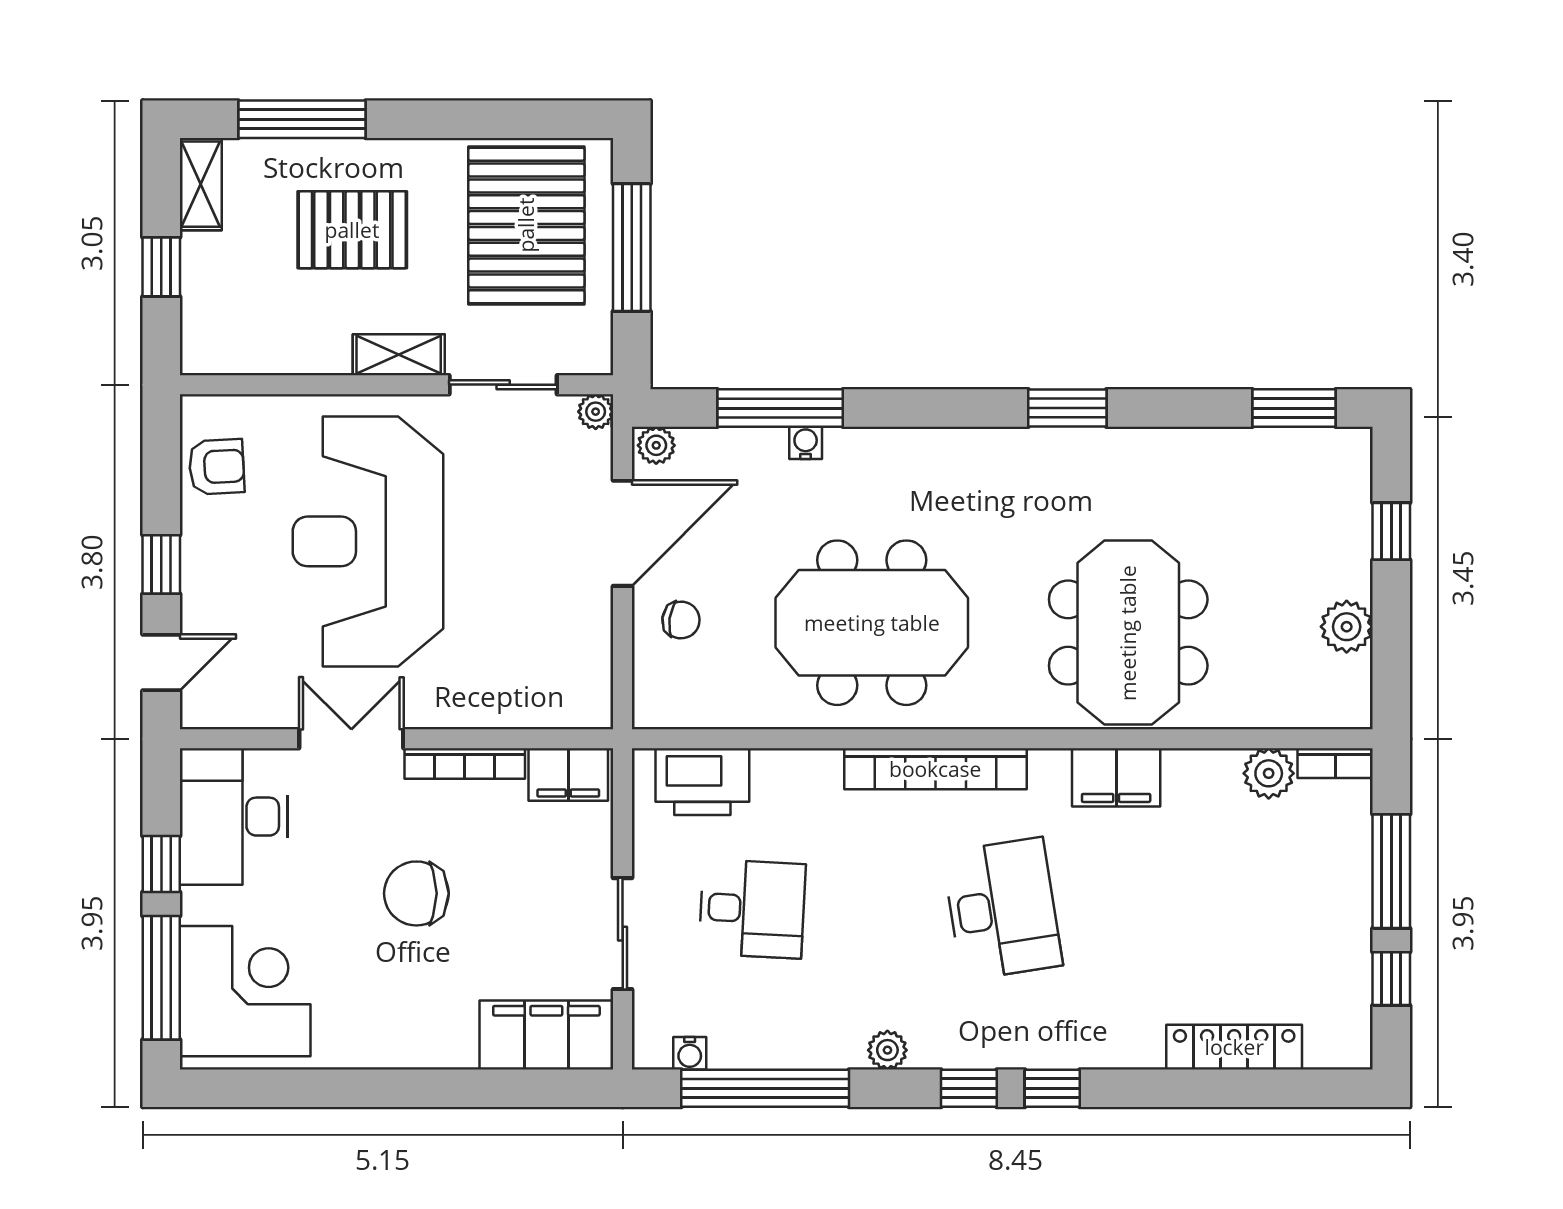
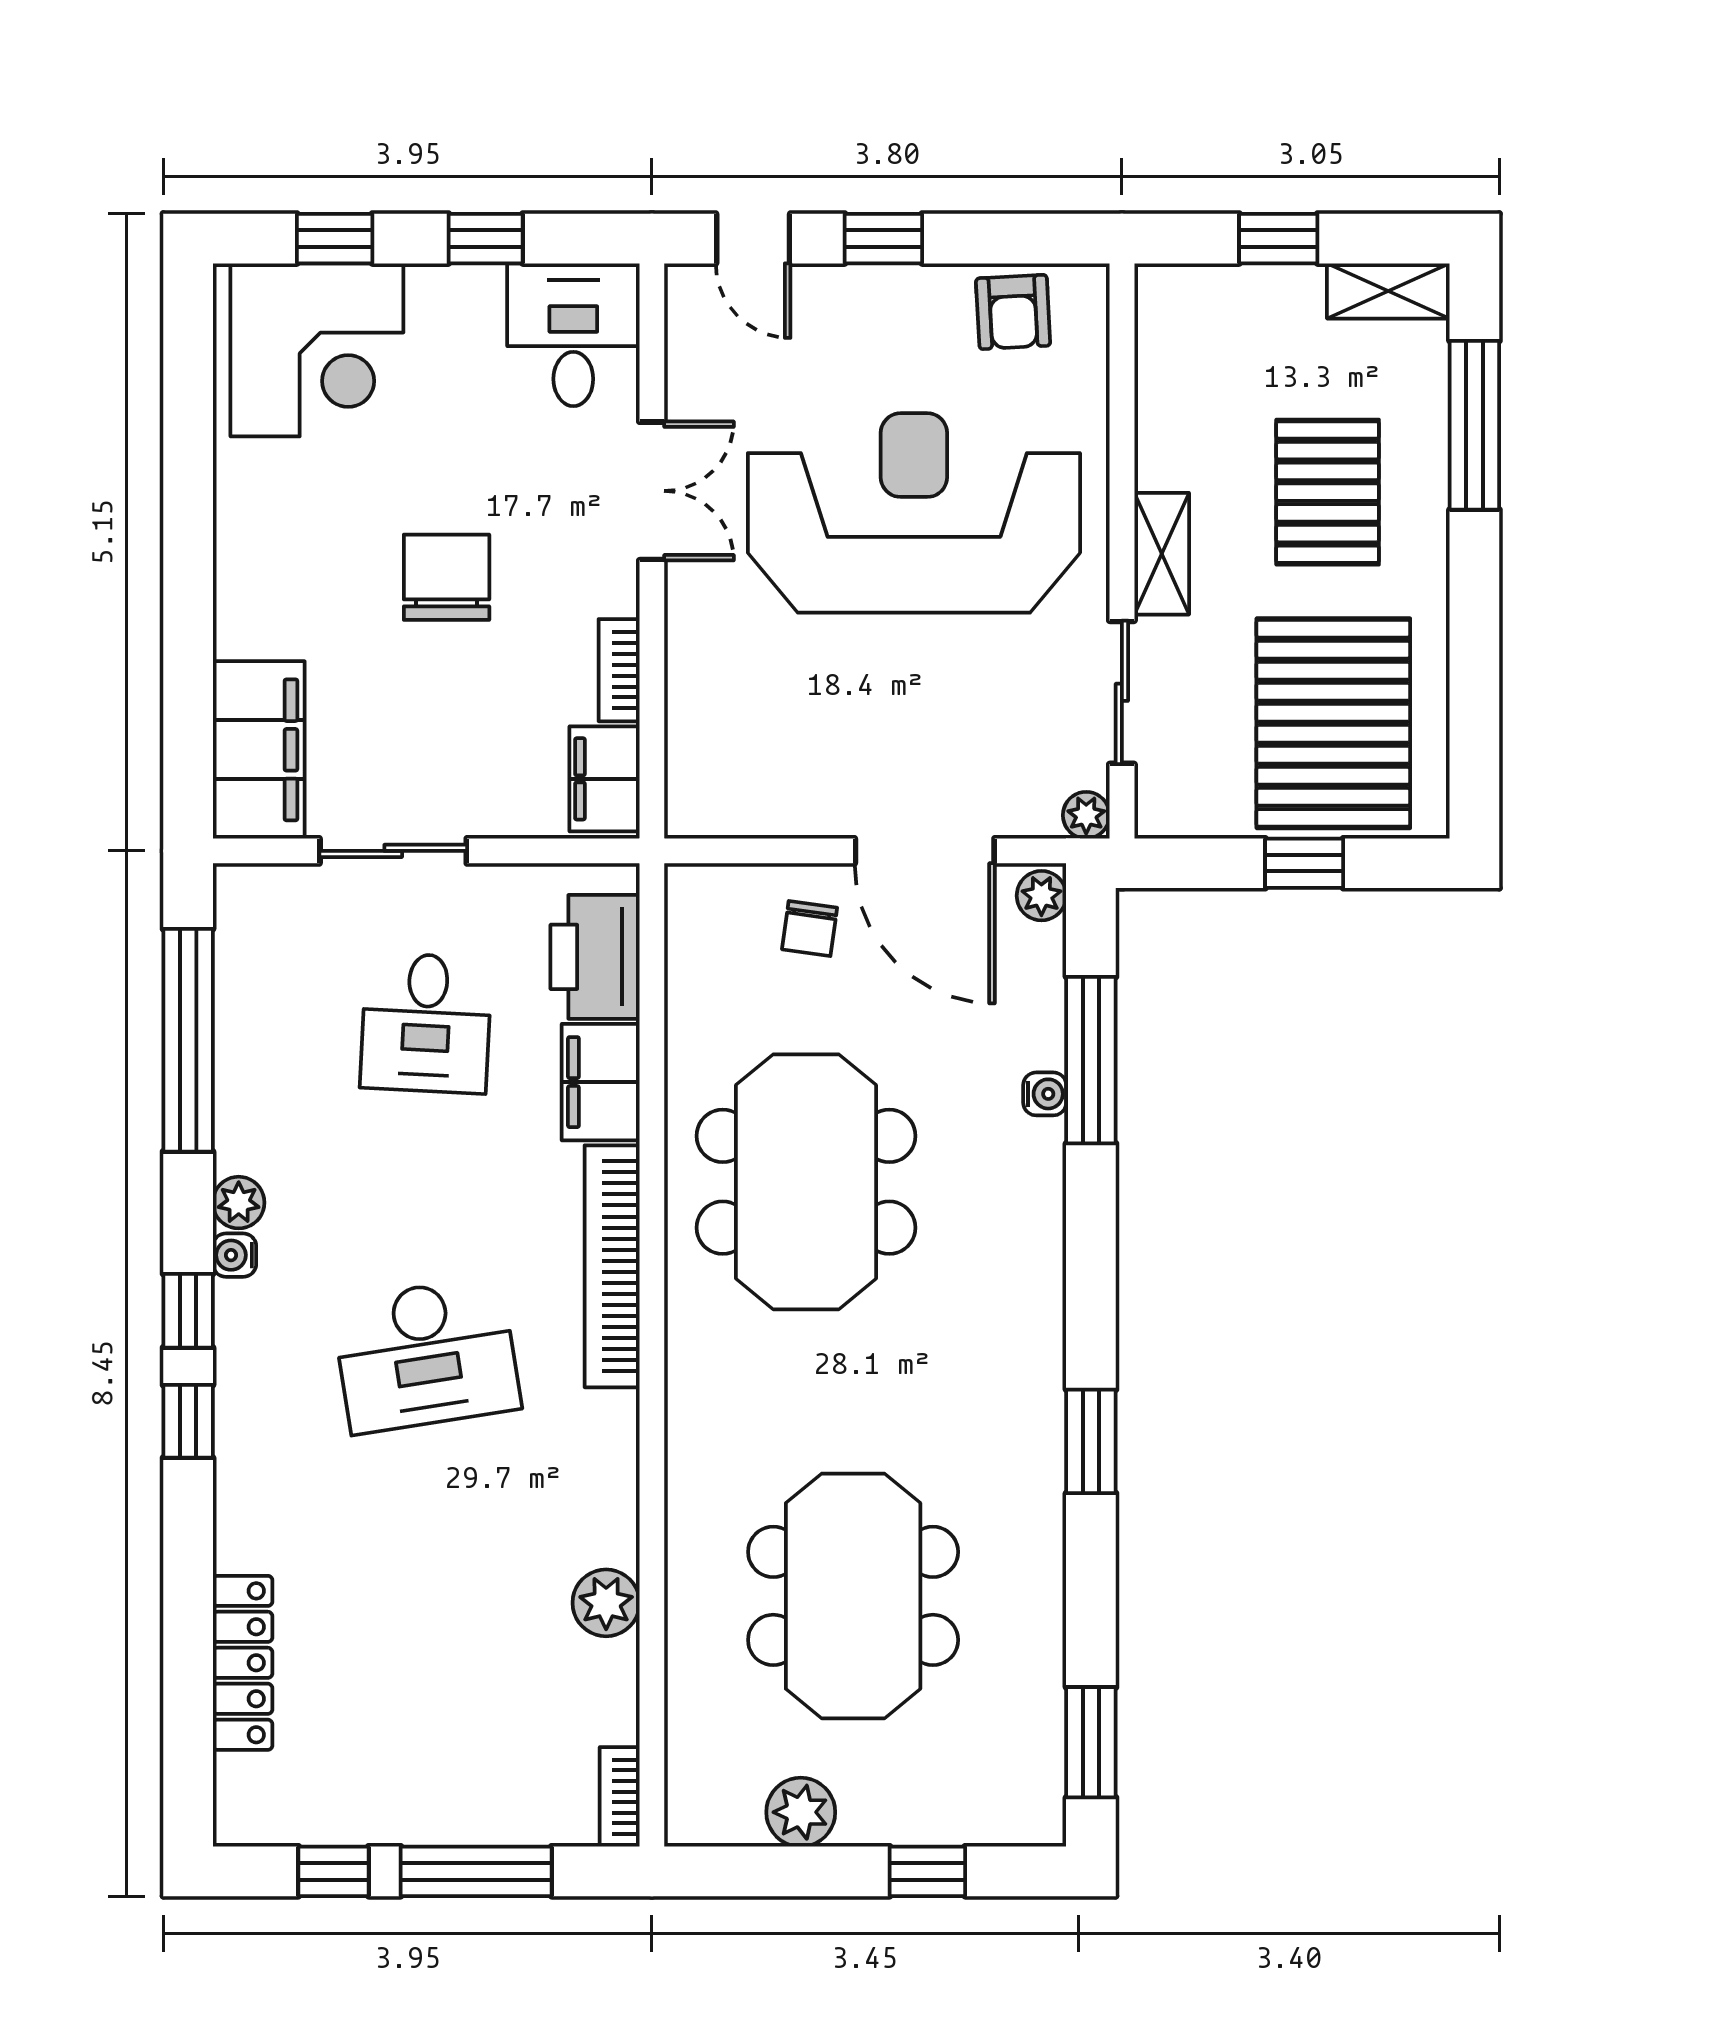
pallet: (526, 225) -> (1333, 723), turned 90
window: (632, 247) -> (1304, 863), width x0.46
meeting table: (1128, 633) -> (853, 1596), moved, turned 90
bookcase: (465, 764) -> (619, 670), width x0.64
plant: (1269, 773) -> (606, 1603), moved
filing cabinet: (1116, 777) -> (601, 1082), moved
desk: (234, 817) -> (573, 335), width x0.73
window: (161, 978) -> (335, 239), width x0.46
water cooler: (690, 1053) -> (234, 1255), moved

